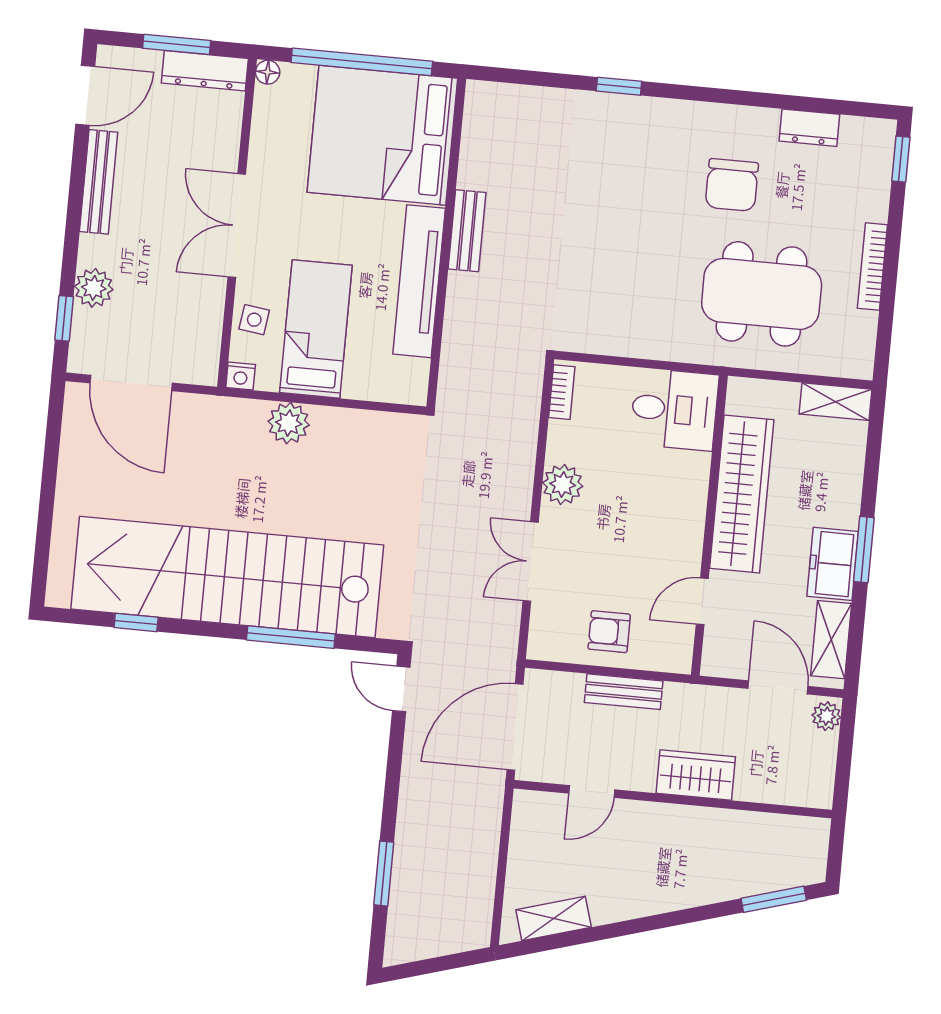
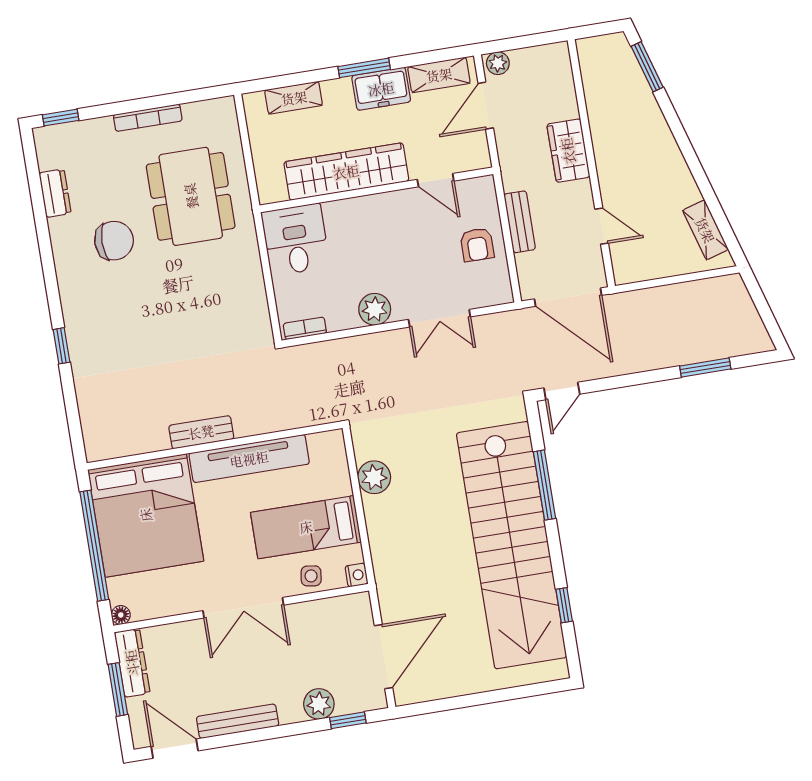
shelving: (836, 402) -> (294, 98), moved, turned 90
plant: (289, 423) -> (374, 477), moved

